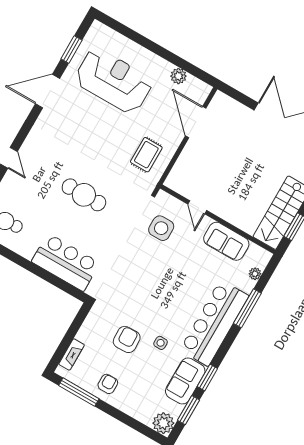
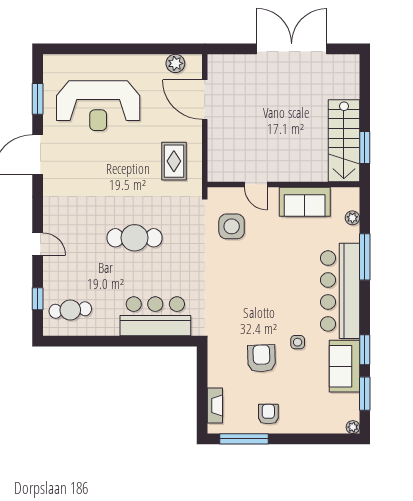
plant: (178, 76) -> (175, 63), moved
reception desk: (114, 81) -> (98, 106), turned 180
plant: (163, 423) -> (353, 427), width x0.53, depth x0.53

